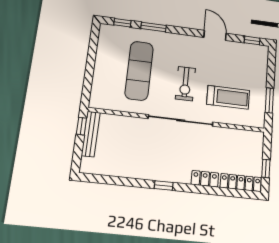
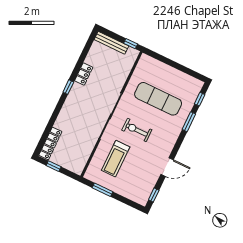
bench: (91, 134) -> (111, 43), moved
locker: (205, 179) -> (84, 74), moved

